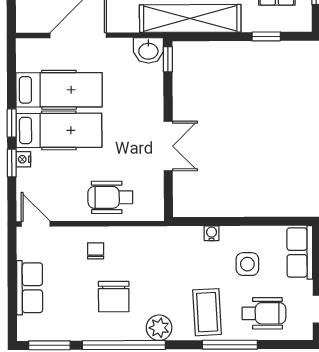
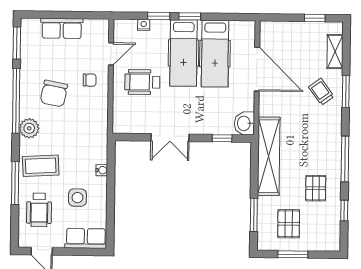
window: (266, 36) -> (254, 215), width x1.50
window: (168, 59) -> (222, 138), moved
nightstand: (23, 159) -> (144, 25), moved
wheelchair: (110, 197) -> (142, 82), moved, turned -90
door: (36, 224) -> (111, 54), moved
chair: (114, 297) -> (54, 93), turned -79

